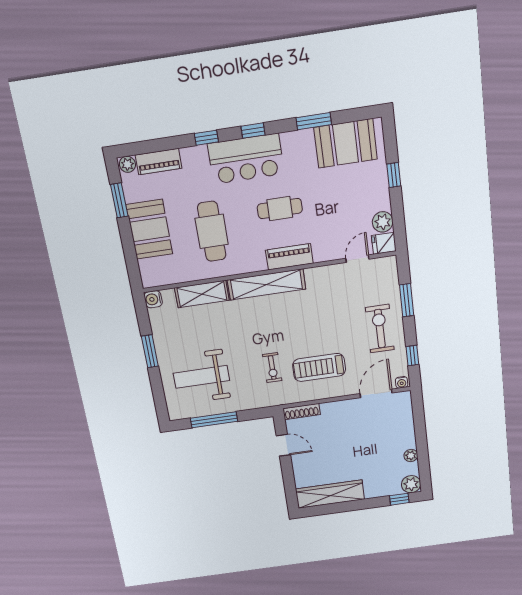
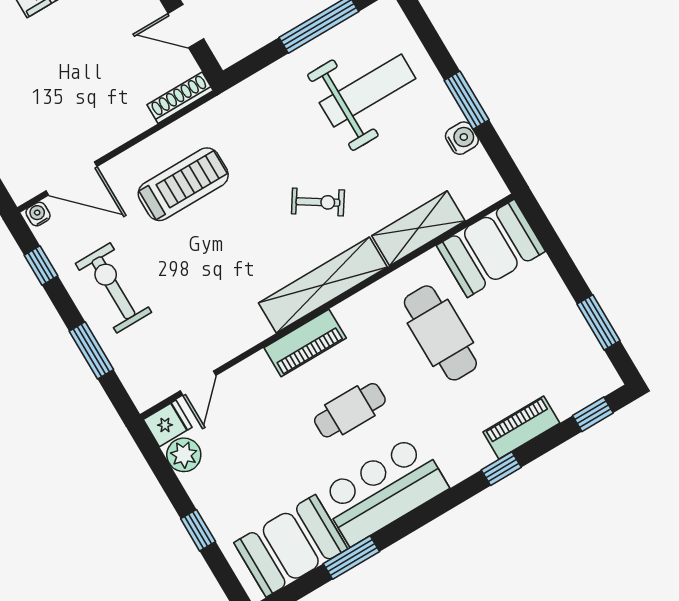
window: (253, 131) -> (593, 414), moved
bar counter: (246, 159) -> (383, 490), moved
piano: (159, 162) -> (521, 428), moved
plant: (127, 164) -> (605, 382), removed
booth: (149, 229) -> (491, 248), moved, turned 90
water cooler: (153, 299) -> (462, 138), moved
exercise bike: (380, 329) -> (113, 288), turned 180
exercise bike: (272, 368) -> (318, 202), moved, turned 123
door: (376, 393) -> (71, 179), hinge flipped

